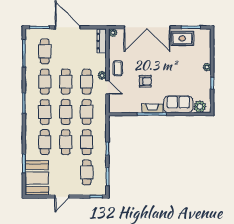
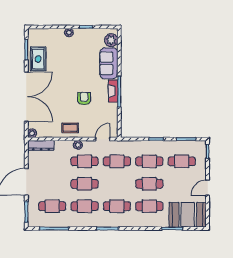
door: (107, 87) -> (103, 139), moved
cafe table: (66, 112) -> (117, 184), removed
door: (62, 197) -> (208, 188), swing flipped

